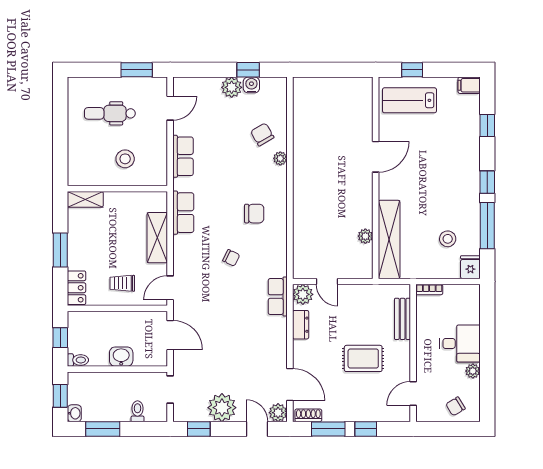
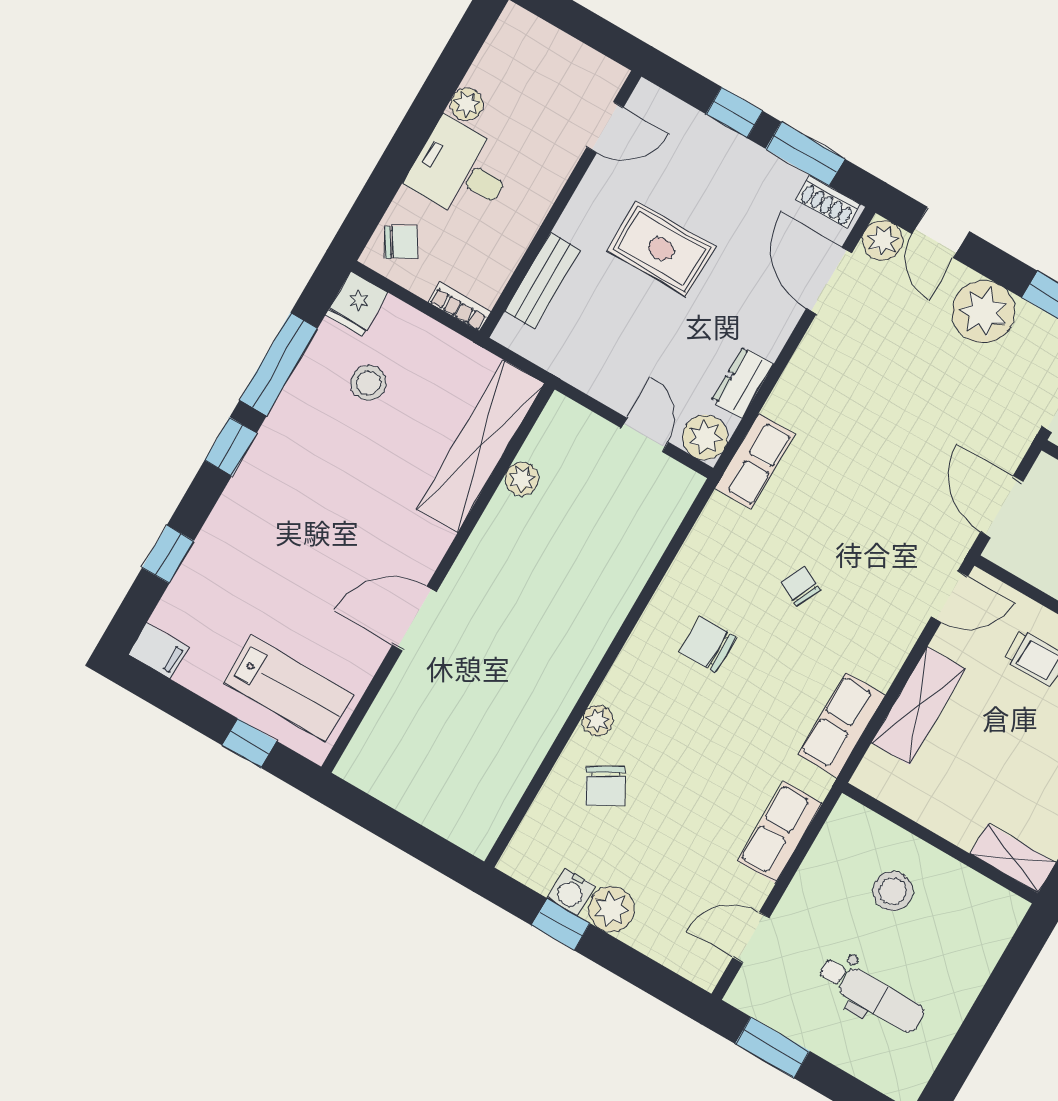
chair: (456, 406) -> (401, 242), moved

